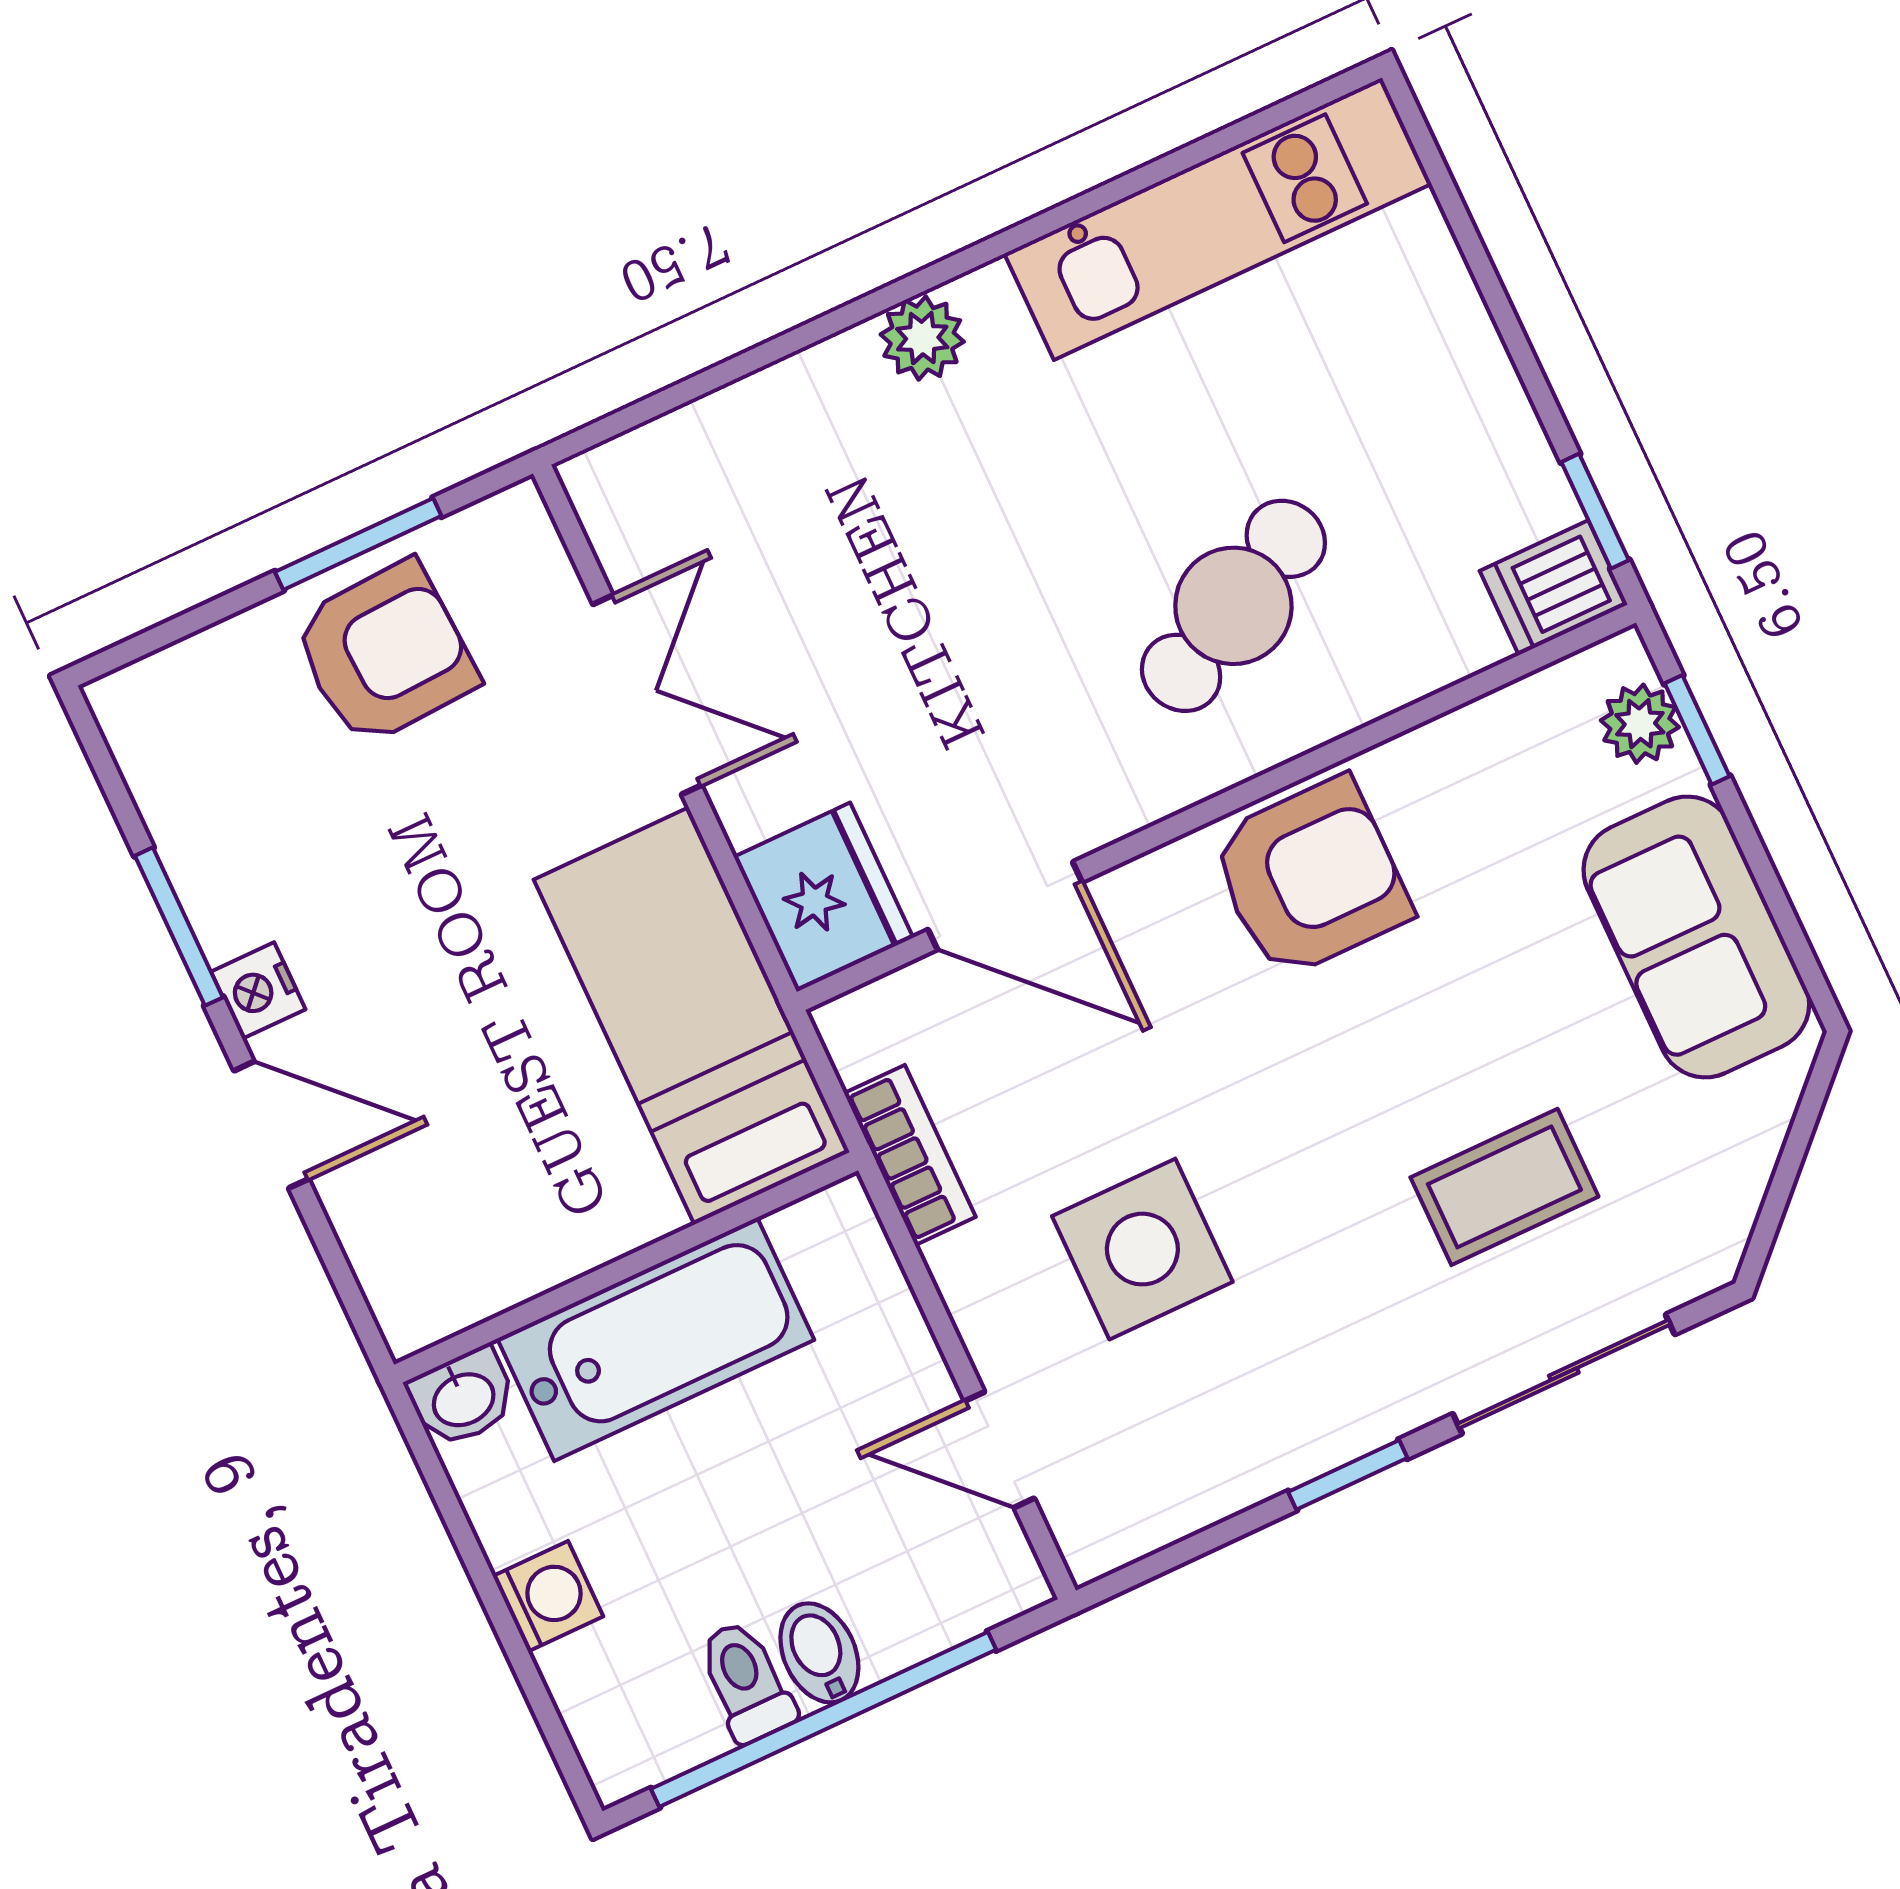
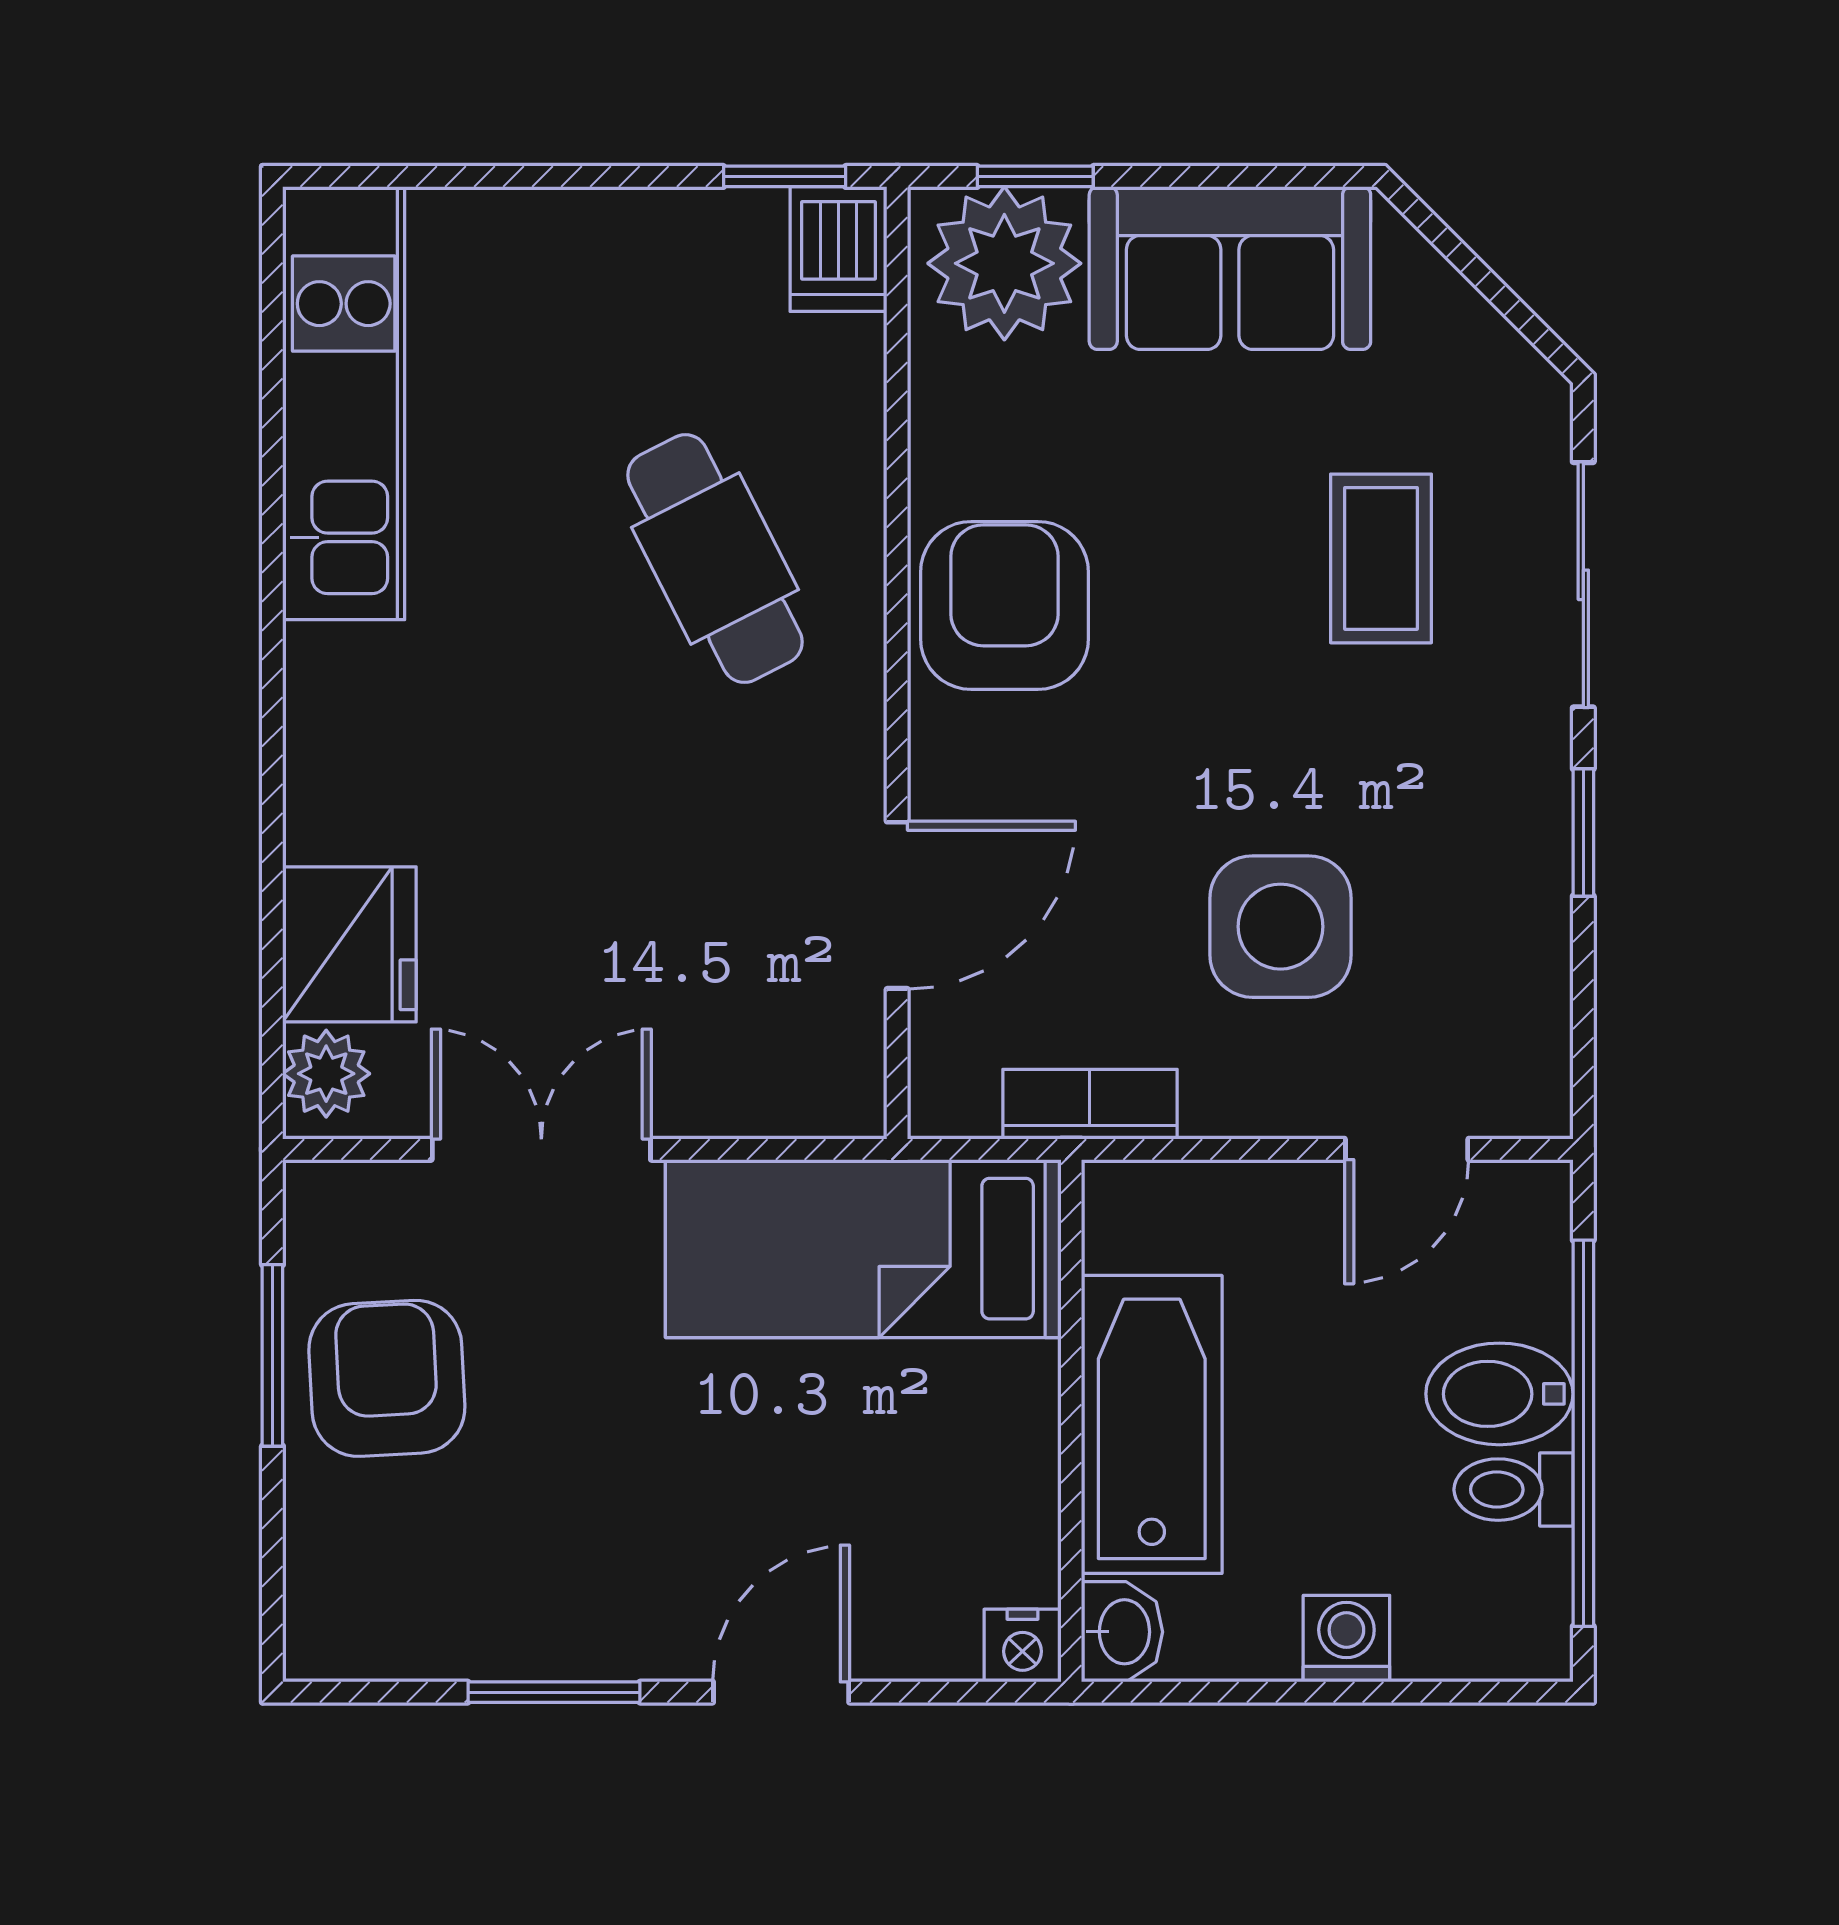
plant: (922, 338) -> (326, 1074), moved
plant: (1640, 724) -> (1004, 263), width x1.88, depth x1.88
fridge: (824, 897) -> (349, 944), moved, turned 90
nightstand: (258, 991) -> (1023, 1646), moved
bidet: (819, 1653) -> (1499, 1394), width x1.38, depth x1.36

